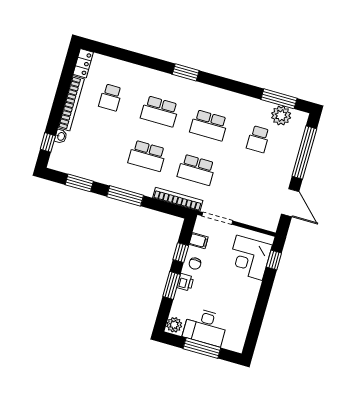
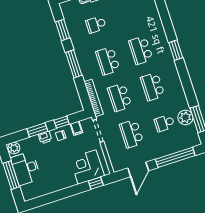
school desk: (110, 97) -> (96, 24), moved
plant: (281, 116) -> (185, 117), moved
school desk: (246, 184) -> (131, 134), added

